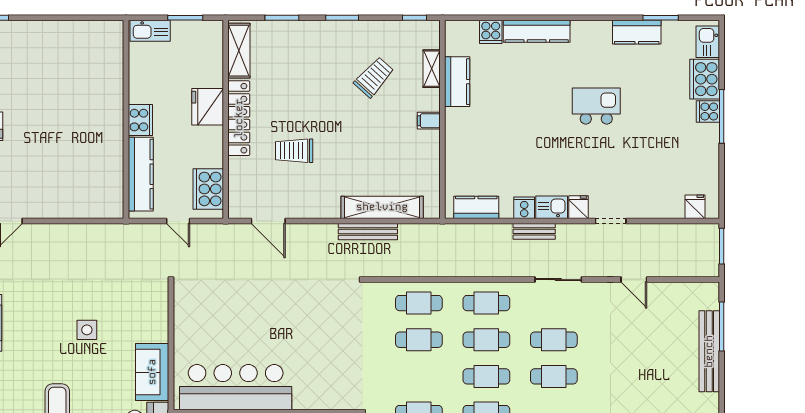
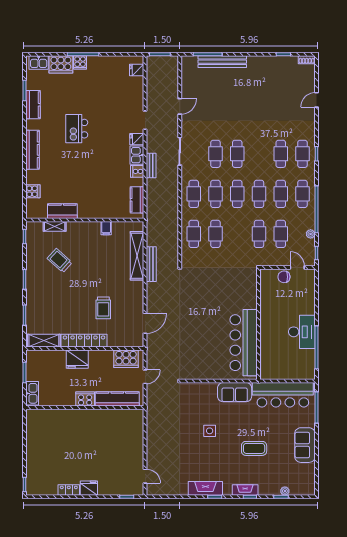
kitchen counter: (537, 31) -> (32, 150), moved
filing cabinet: (429, 121) -> (106, 228), moved

